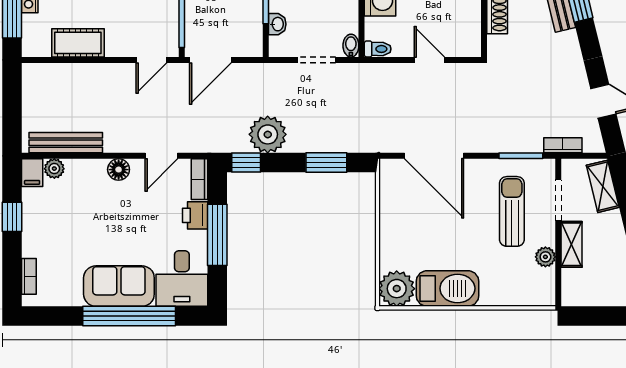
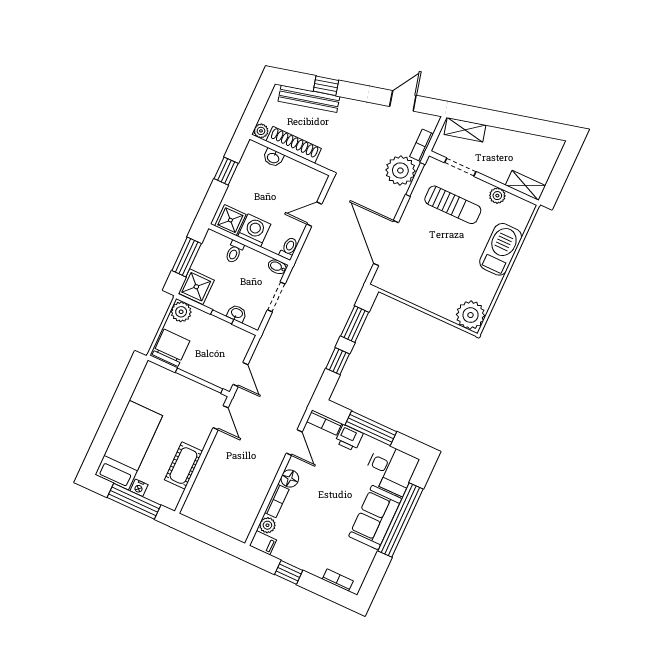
door: (210, 60) -> (240, 374), width x0.73
plant: (268, 134) -> (400, 170), moved
bench: (66, 143) -> (252, 508), removed
door: (434, 156) -> (386, 243), swing flipped
window: (246, 163) -> (338, 361), moved
bookcase: (86, 167) -> (277, 501), added
sun lounger: (512, 211) -> (453, 205), turned 180
shelving: (571, 244) -> (526, 185), moved
barbecue: (447, 288) -> (501, 249), moved

